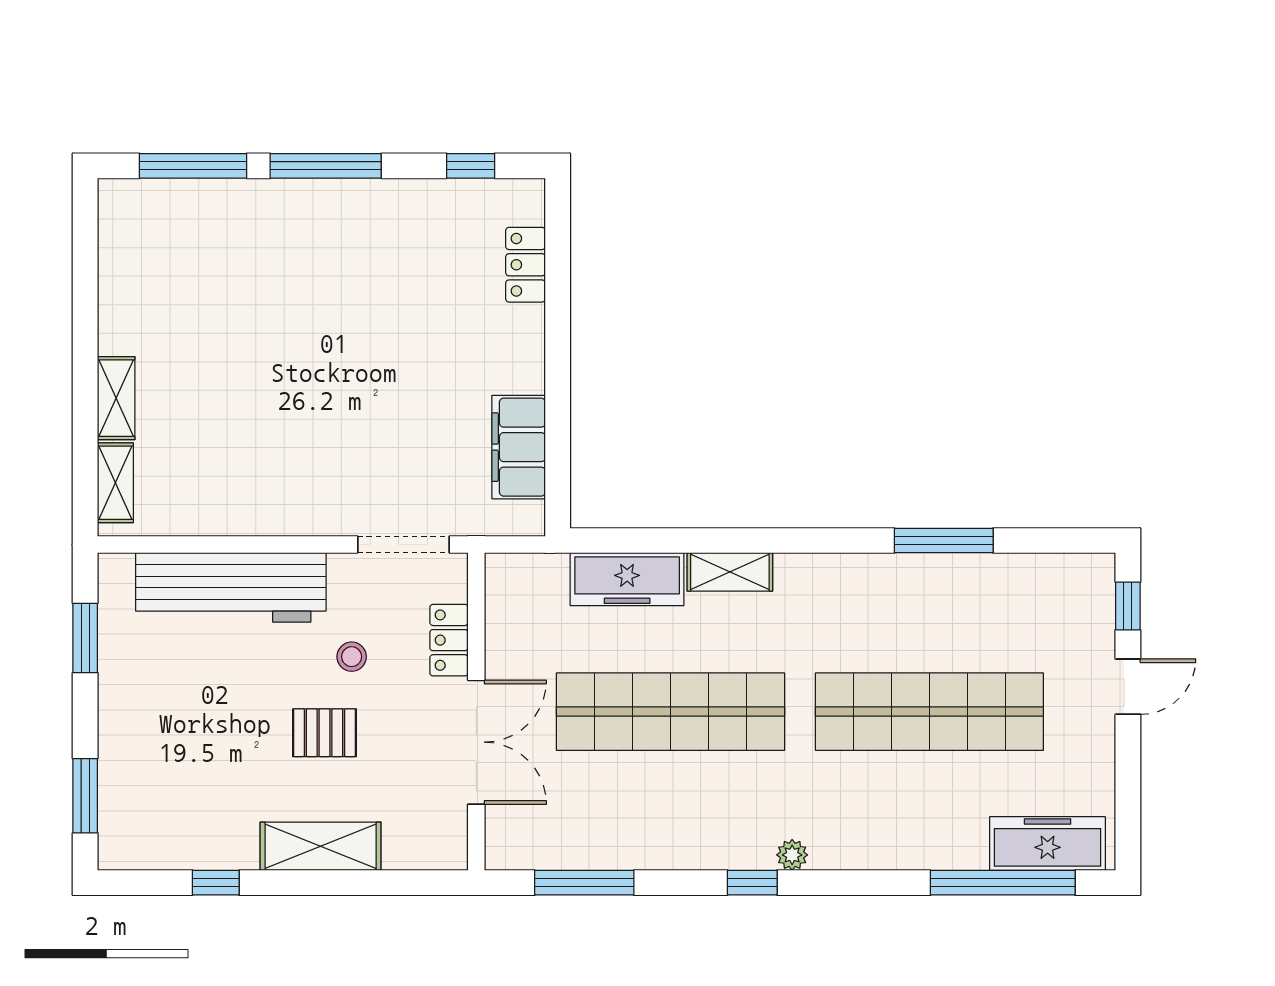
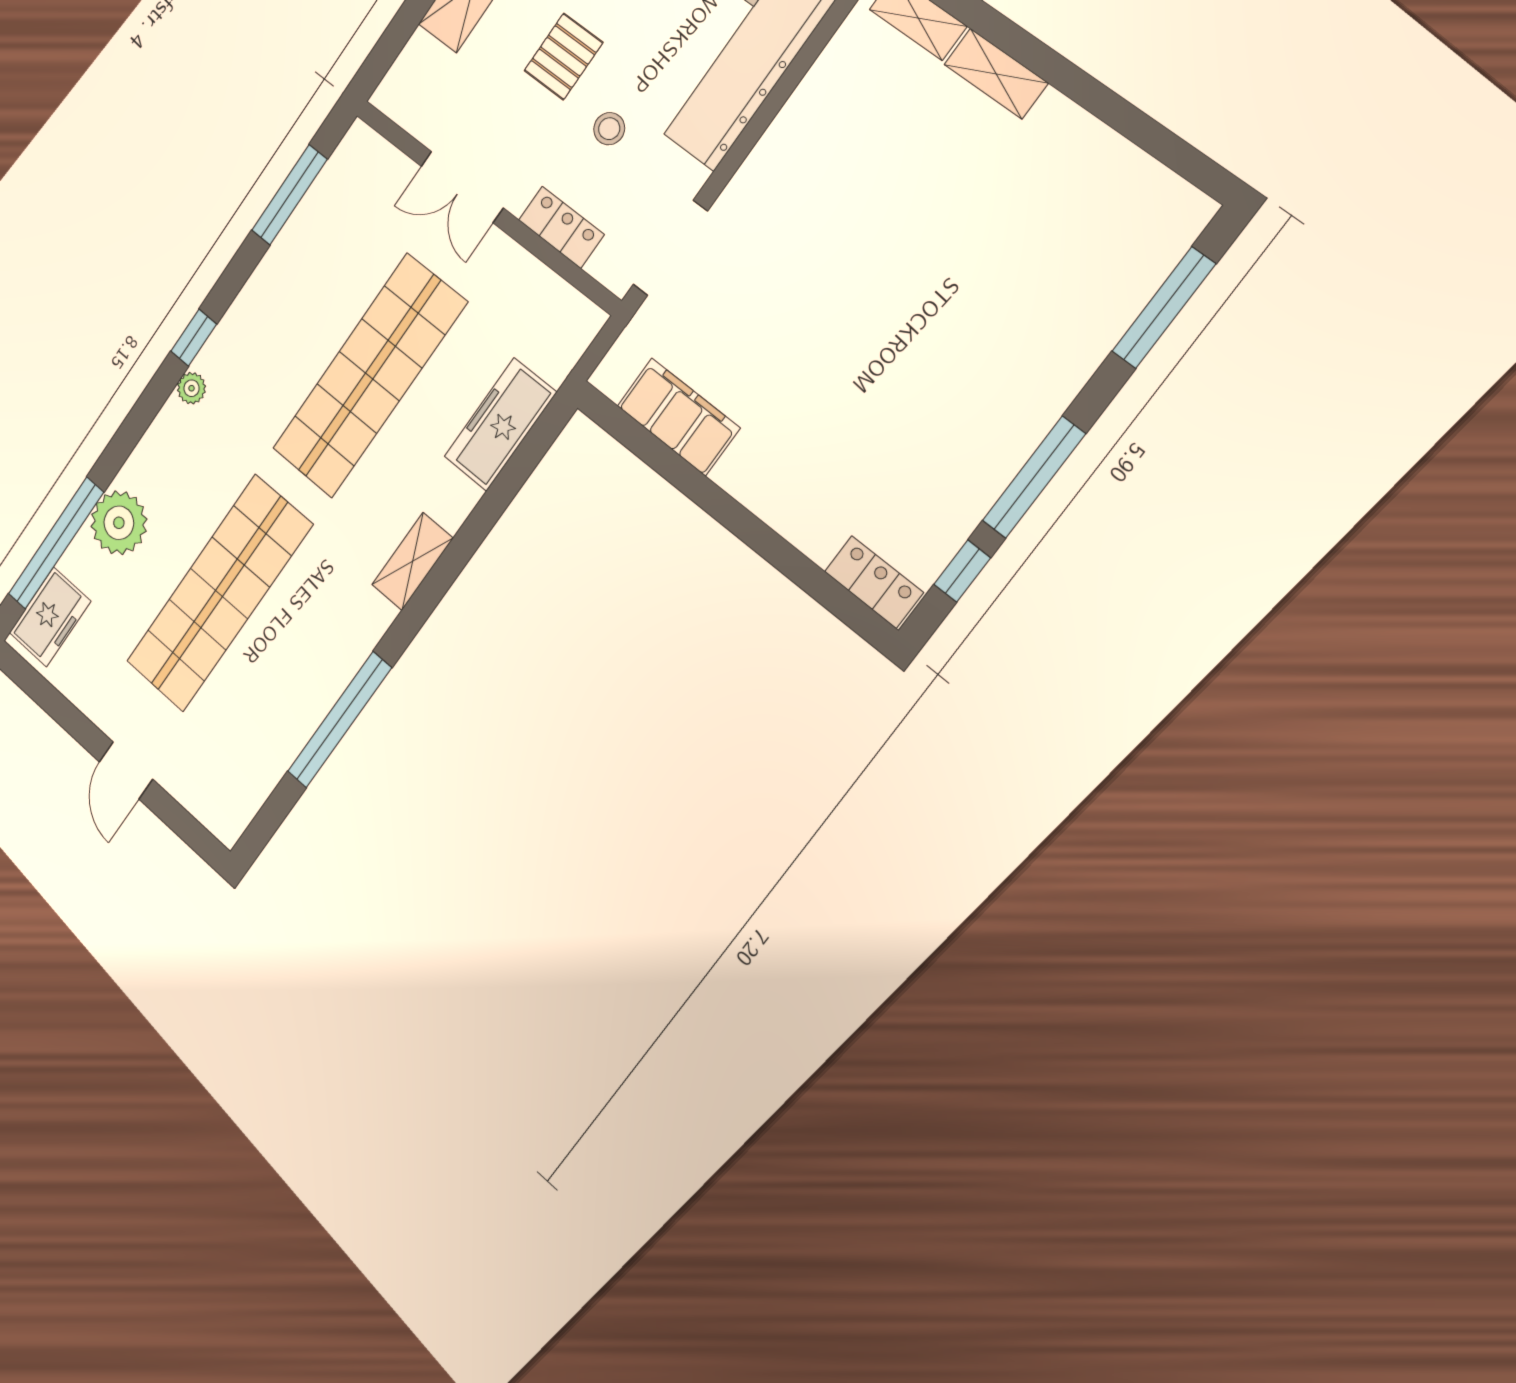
window: (326, 166) -> (1034, 477), moved
locker: (526, 265) -> (874, 582), moved
window: (944, 541) -> (339, 720), width x1.46
shelving: (730, 572) -> (412, 561), moved
window: (1128, 606) -> (184, 825), removed
double door: (476, 742) -> (462, 187), width x0.73
plant: (943, 839) -> (119, 523), added
freezer: (1048, 844) -> (50, 617), width x0.71

